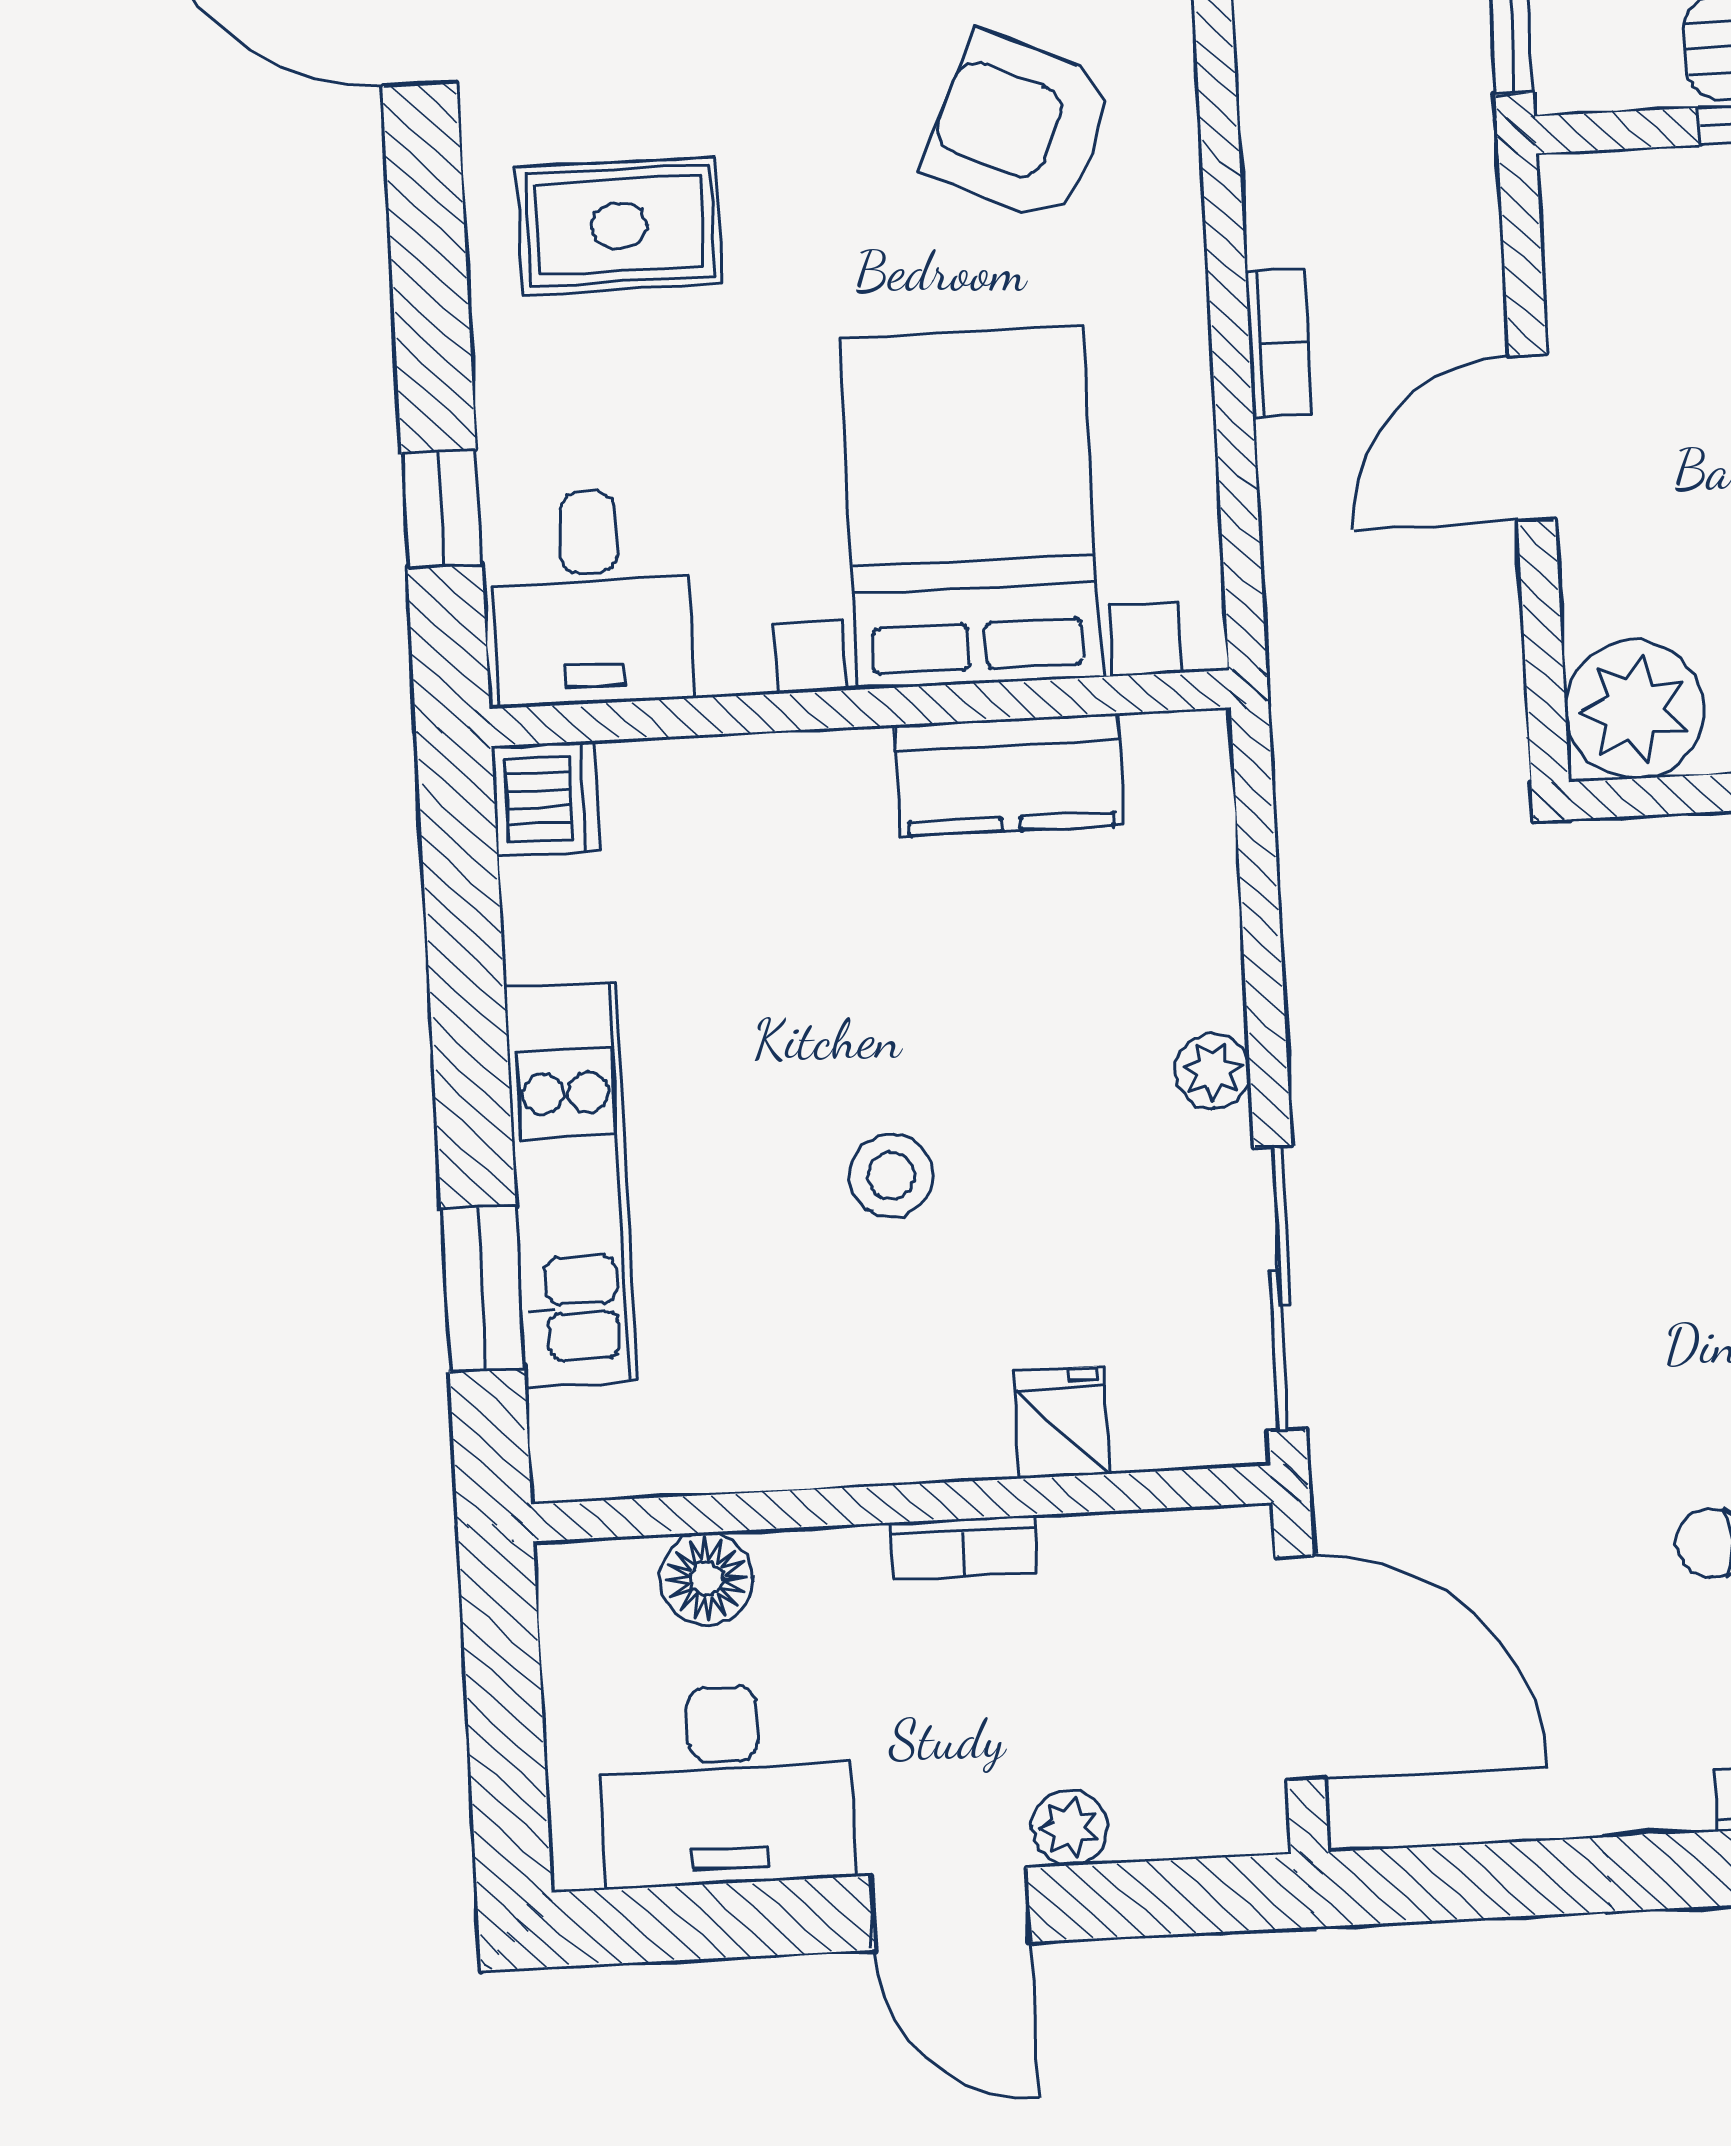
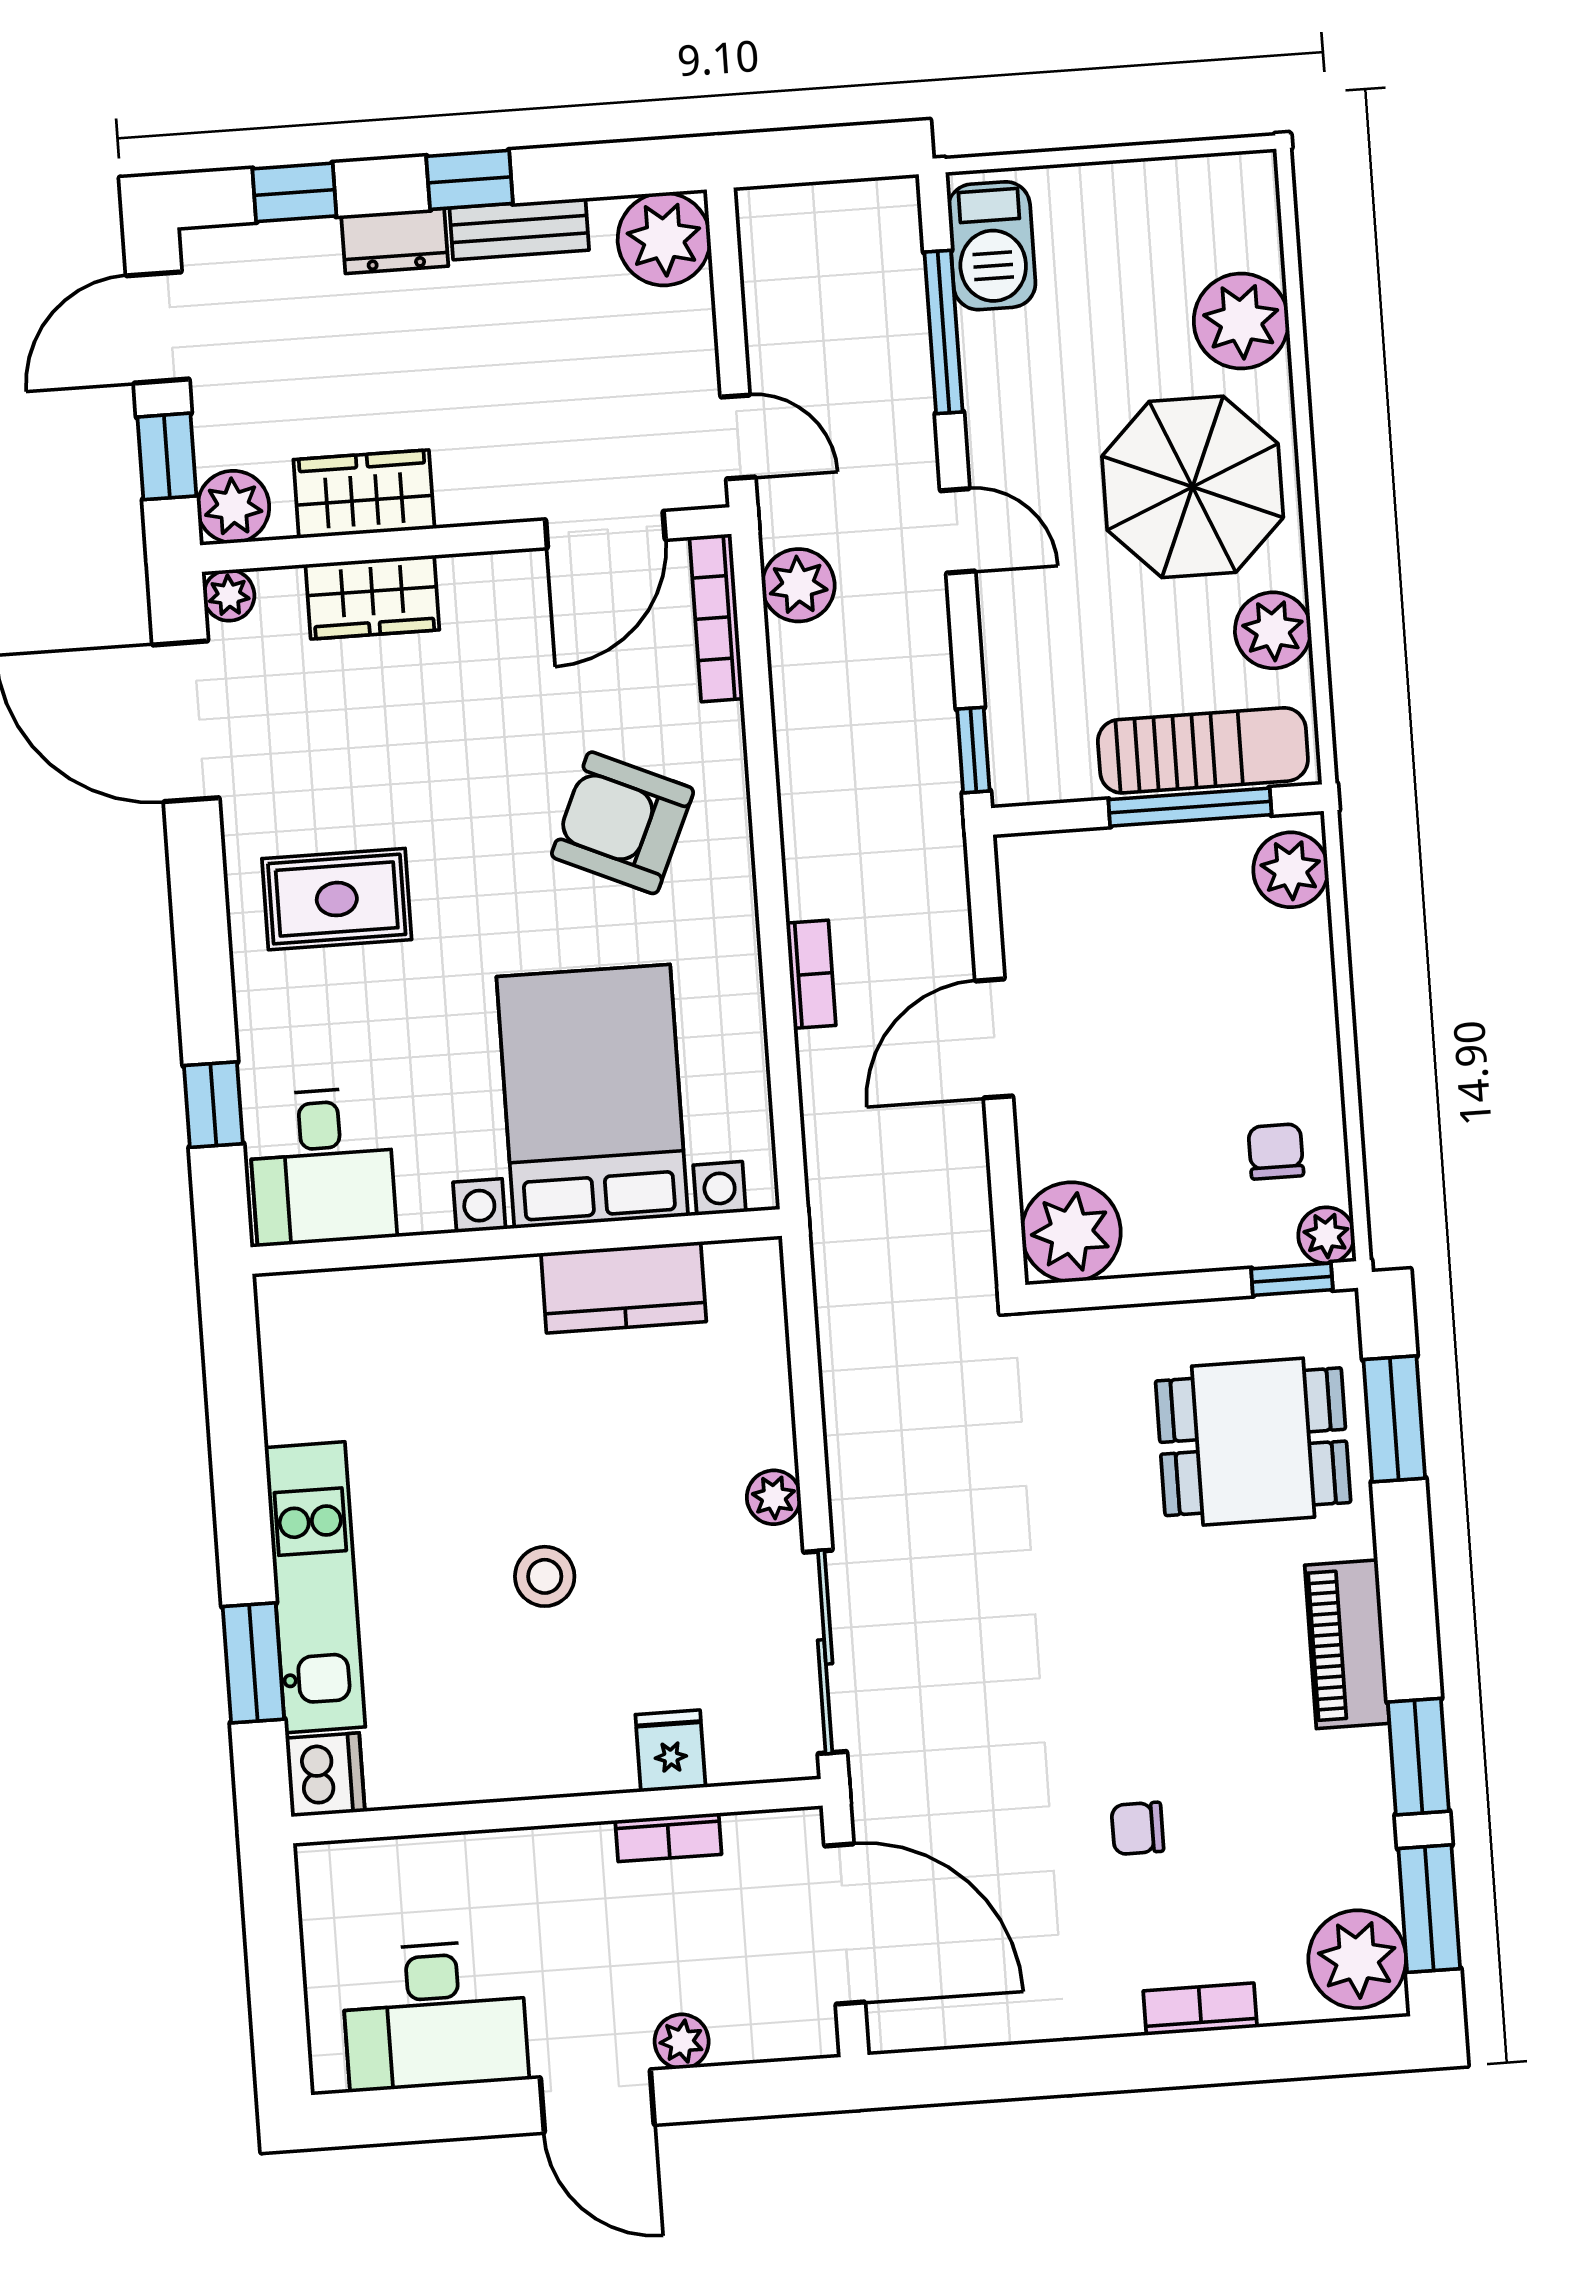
dishwasher: (546, 798) -> (325, 1775), moved
bookcase: (964, 1548) -> (668, 1837), moved
floor lamp: (707, 1578) -> (418, 1868), removed

